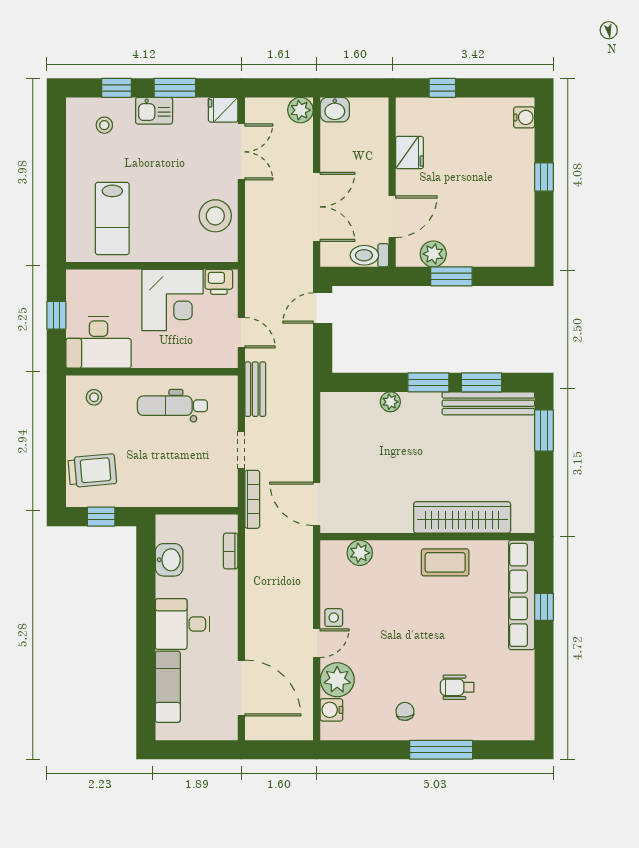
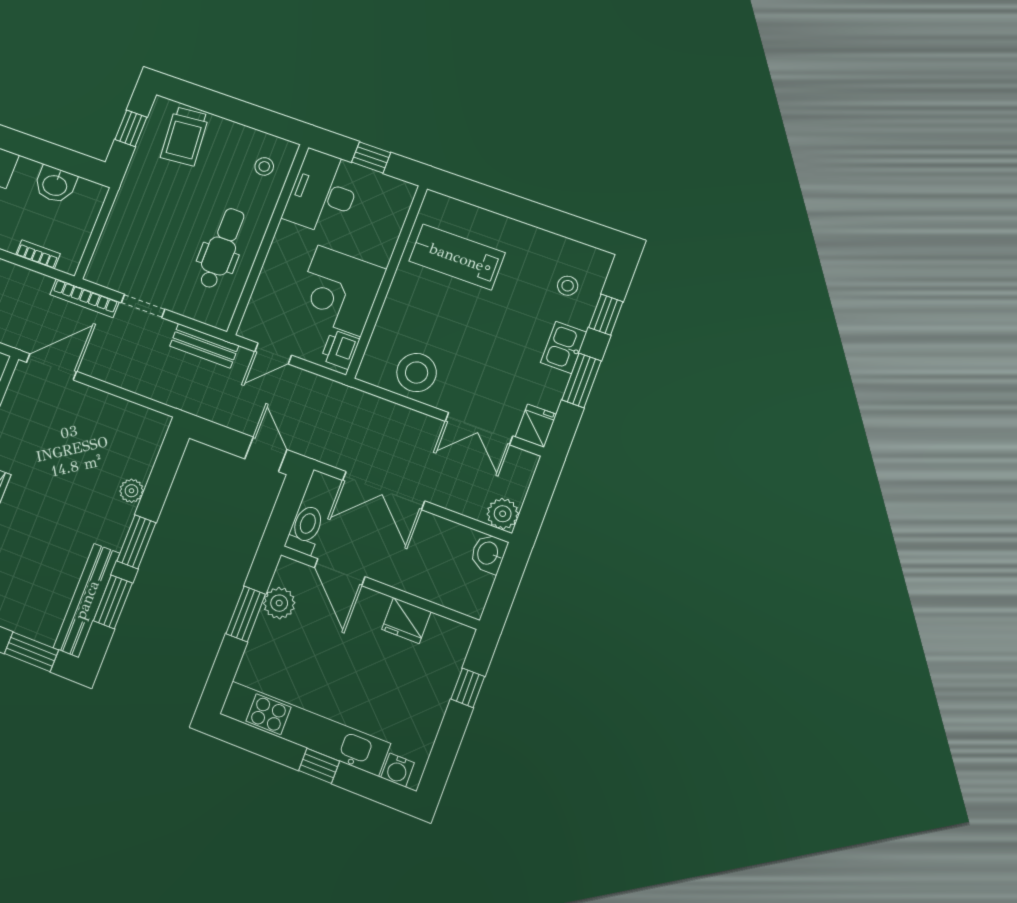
kitchen unit: (520, 198) -> (305, 729), added

